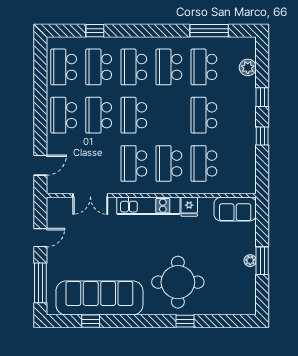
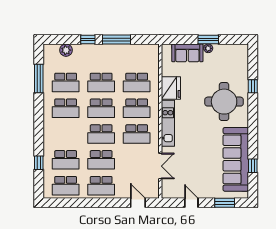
school desk: (134, 67) -> (101, 108), moved
window: (262, 136) -> (116, 40), width x2.17
fridge: (189, 207) -> (171, 88), width x1.88, depth x1.34
sofa: (235, 209) -> (187, 53), moved, turned 90
window: (40, 283) -> (225, 203), width x0.69
window: (185, 321) -> (253, 86), moved

